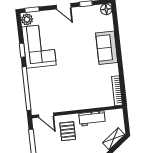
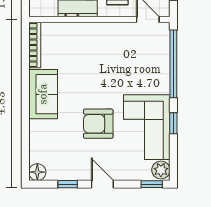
armchair: (70, 45) -> (98, 124), added
sofa: (107, 48) -> (43, 94), moved

